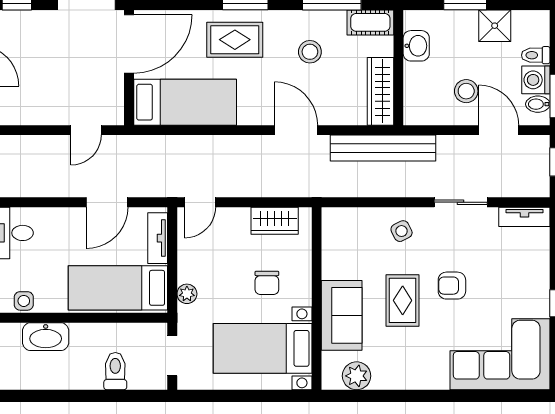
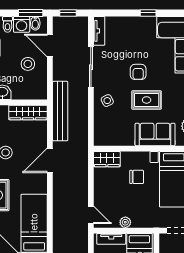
door: (499, 130) -> (50, 45), hinge flipped
sliding door: (461, 202) -> (91, 67), width x1.37
wardrobe: (275, 221) -> (107, 159), moved, turned 90
plant: (187, 294) -> (125, 222), moved

